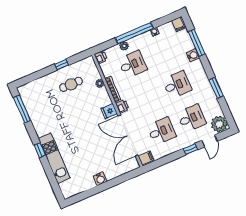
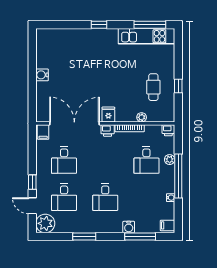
kitchen unit: (54, 158) -> (146, 36), moved

